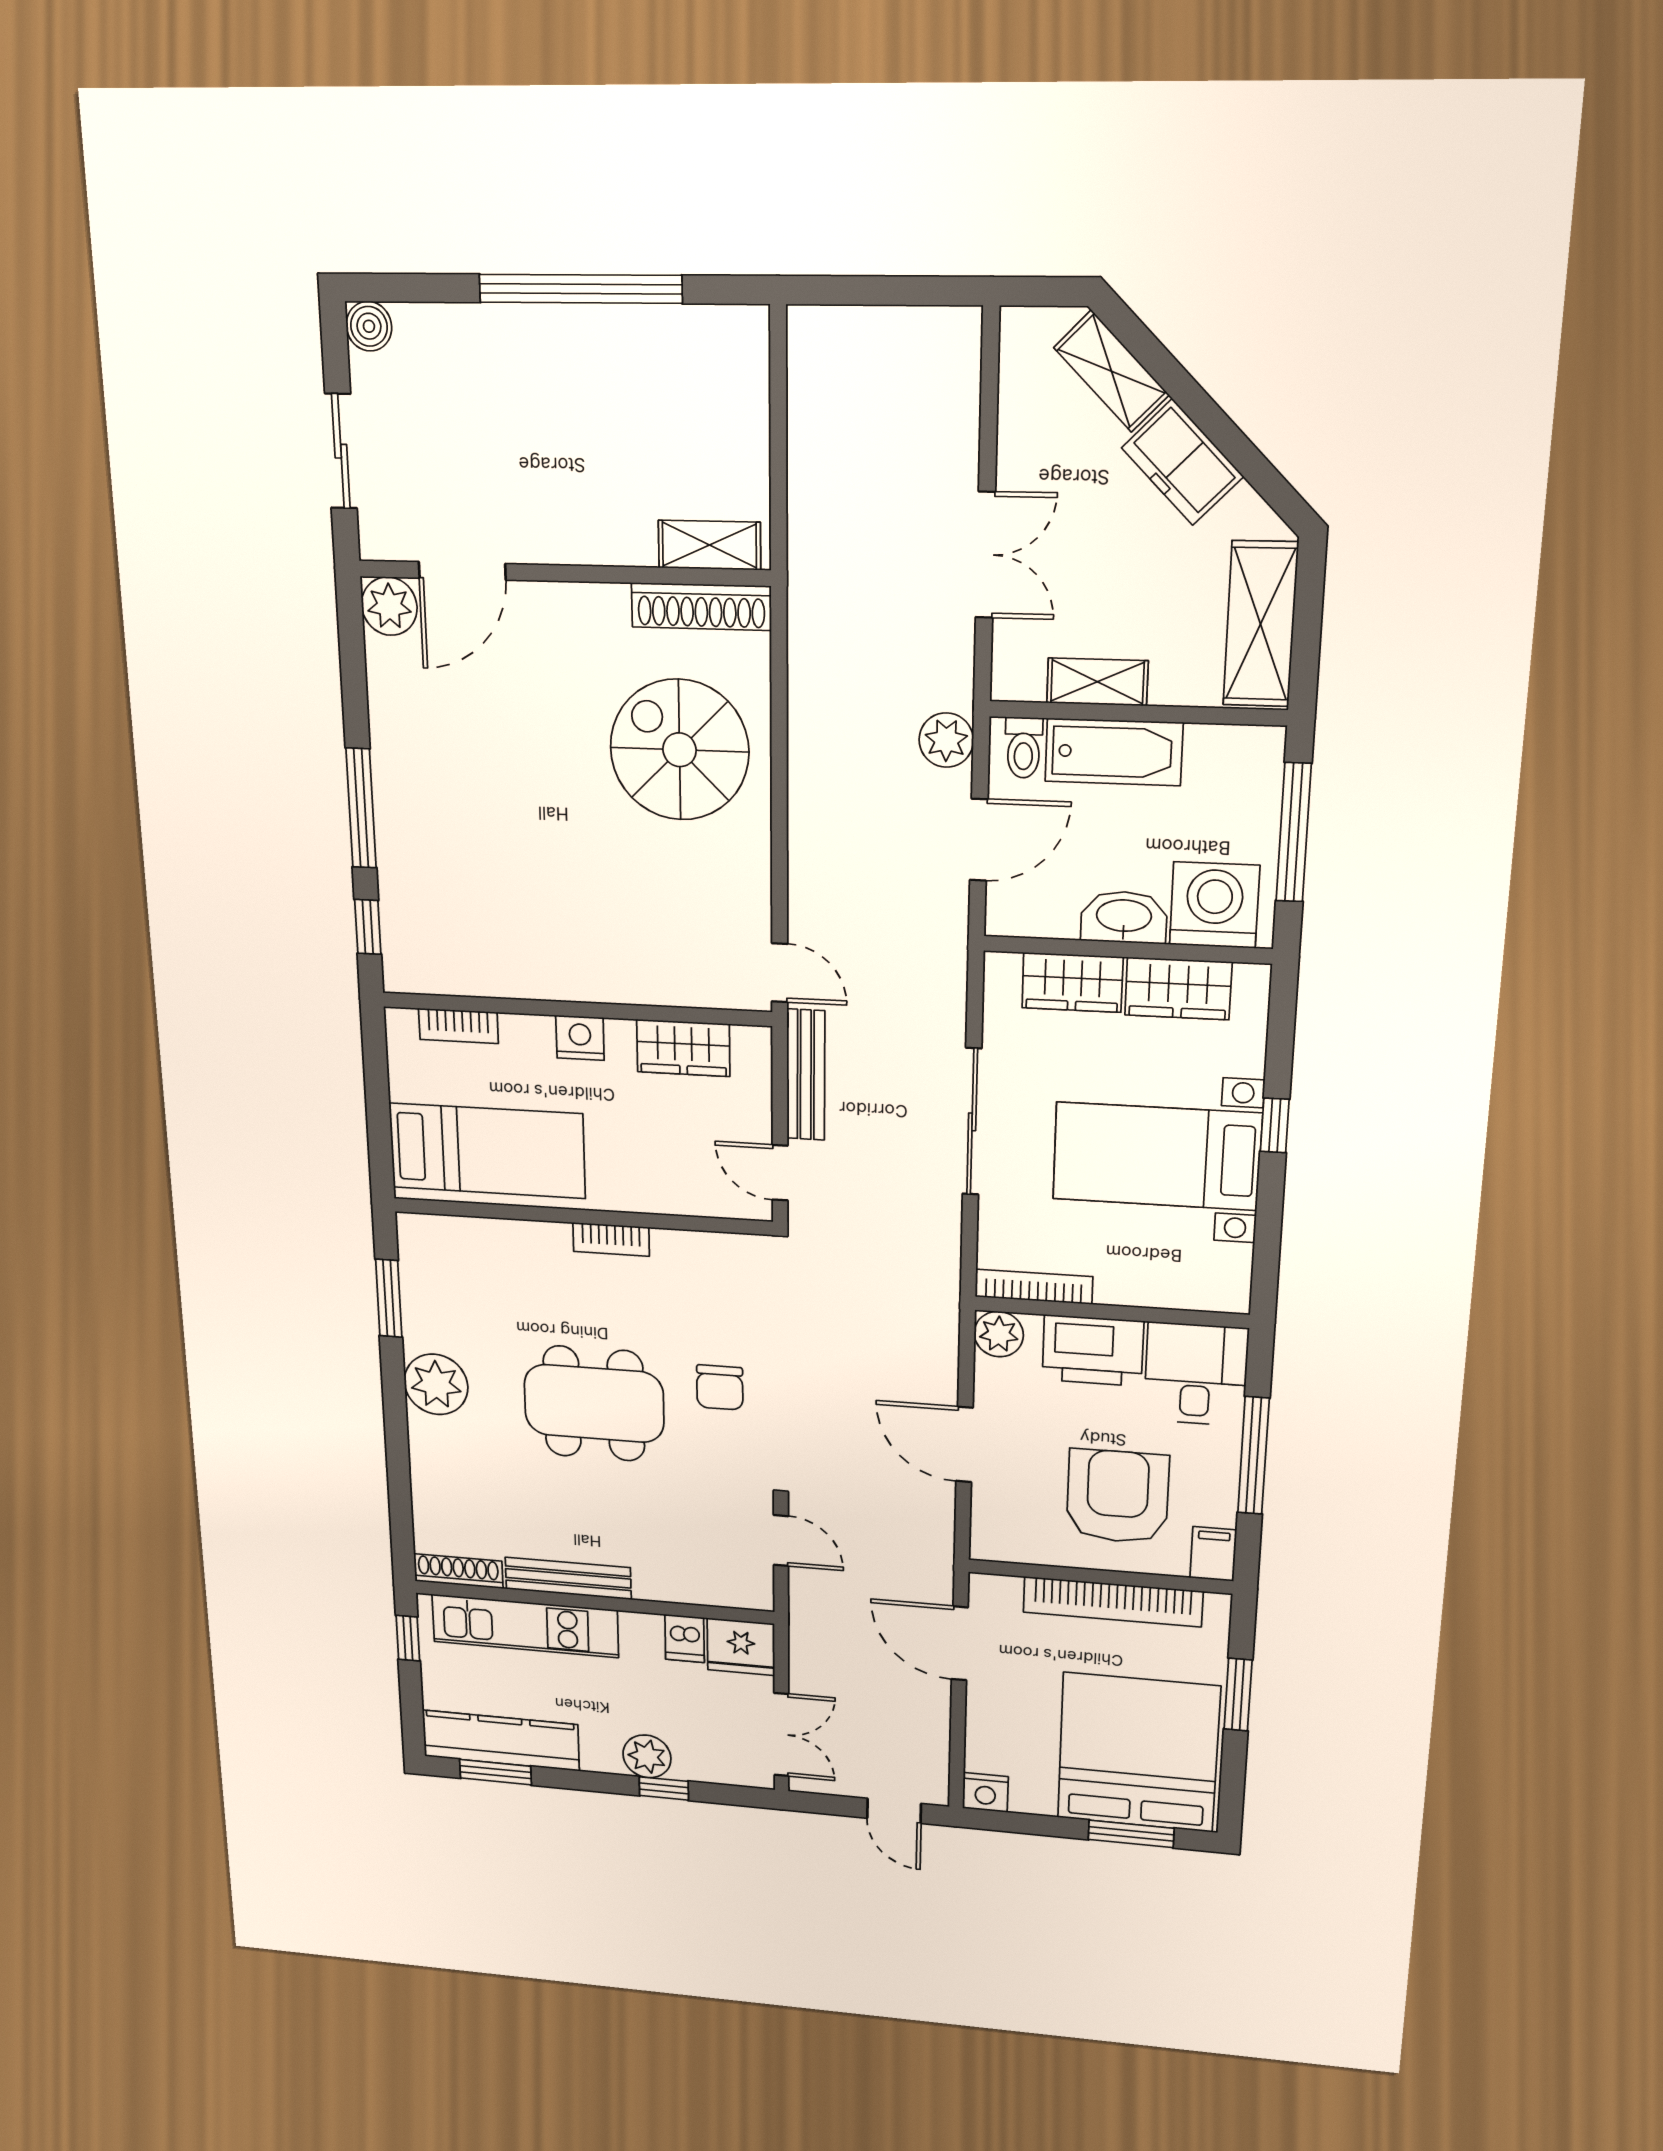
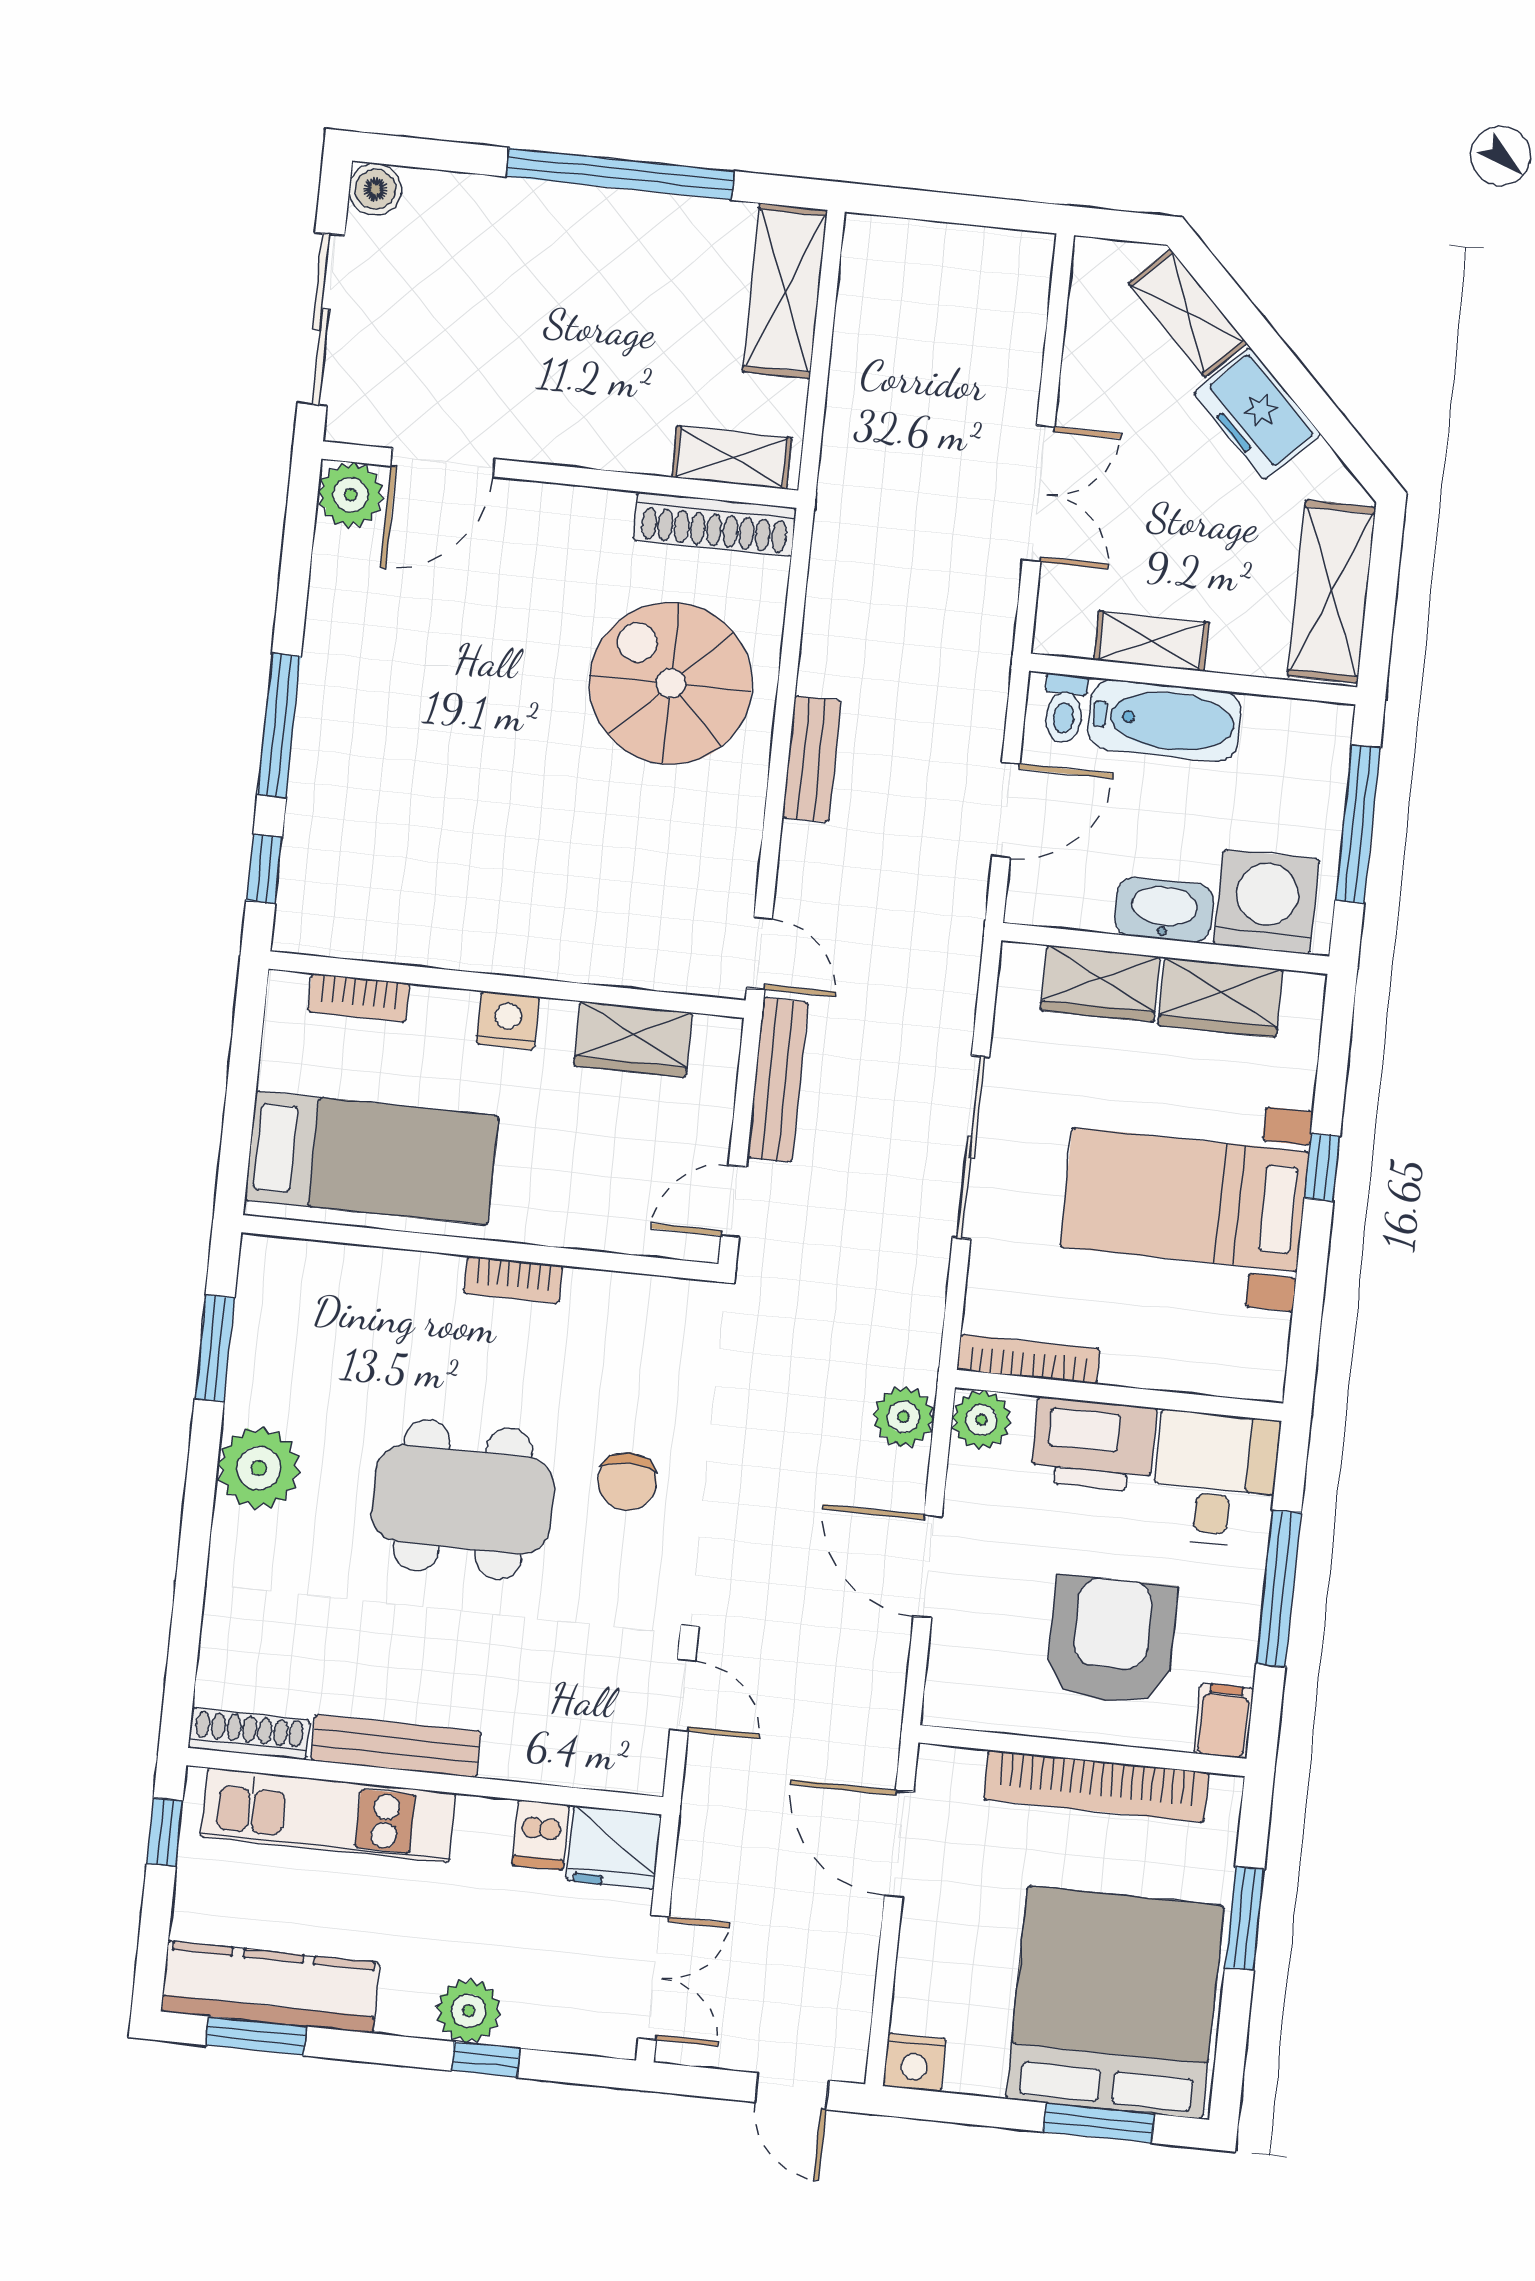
shelving: (740, 386) -> (785, 291), added
sliding door: (341, 451) -> (321, 319), width x1.37
plant: (946, 740) -> (904, 1417), moved
bench: (807, 807) -> (812, 759), added
door: (780, 1173) -> (734, 1201), hinge flipped

